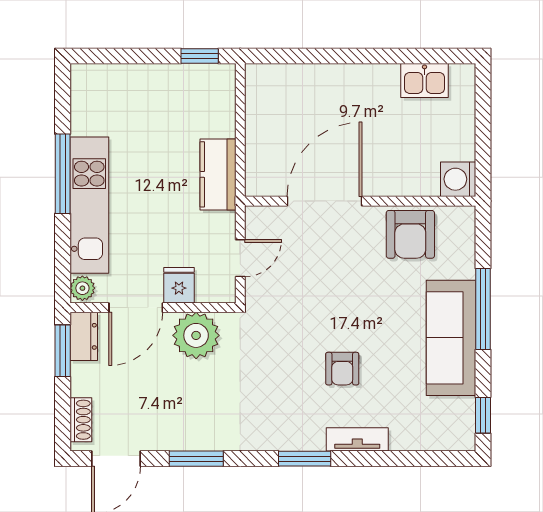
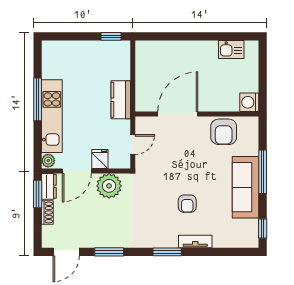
shoe rack: (81, 420) -> (47, 212), moved

